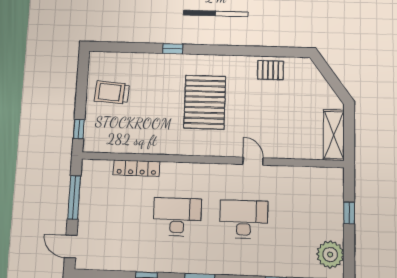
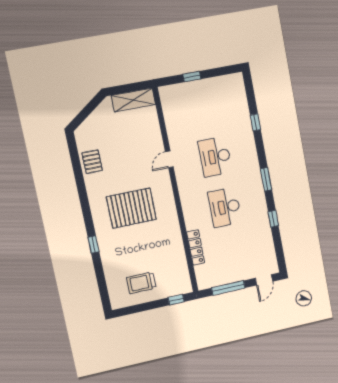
trolley: (112, 92) -> (141, 283), turned 86
plant: (330, 255) -> (226, 85), removed

